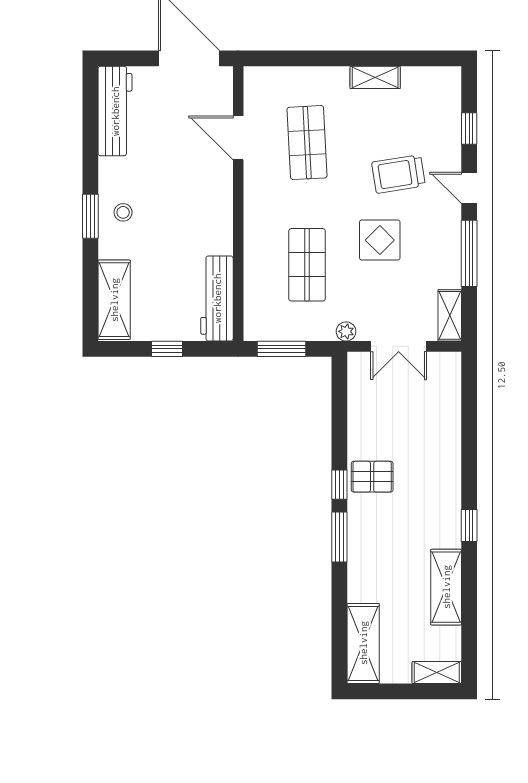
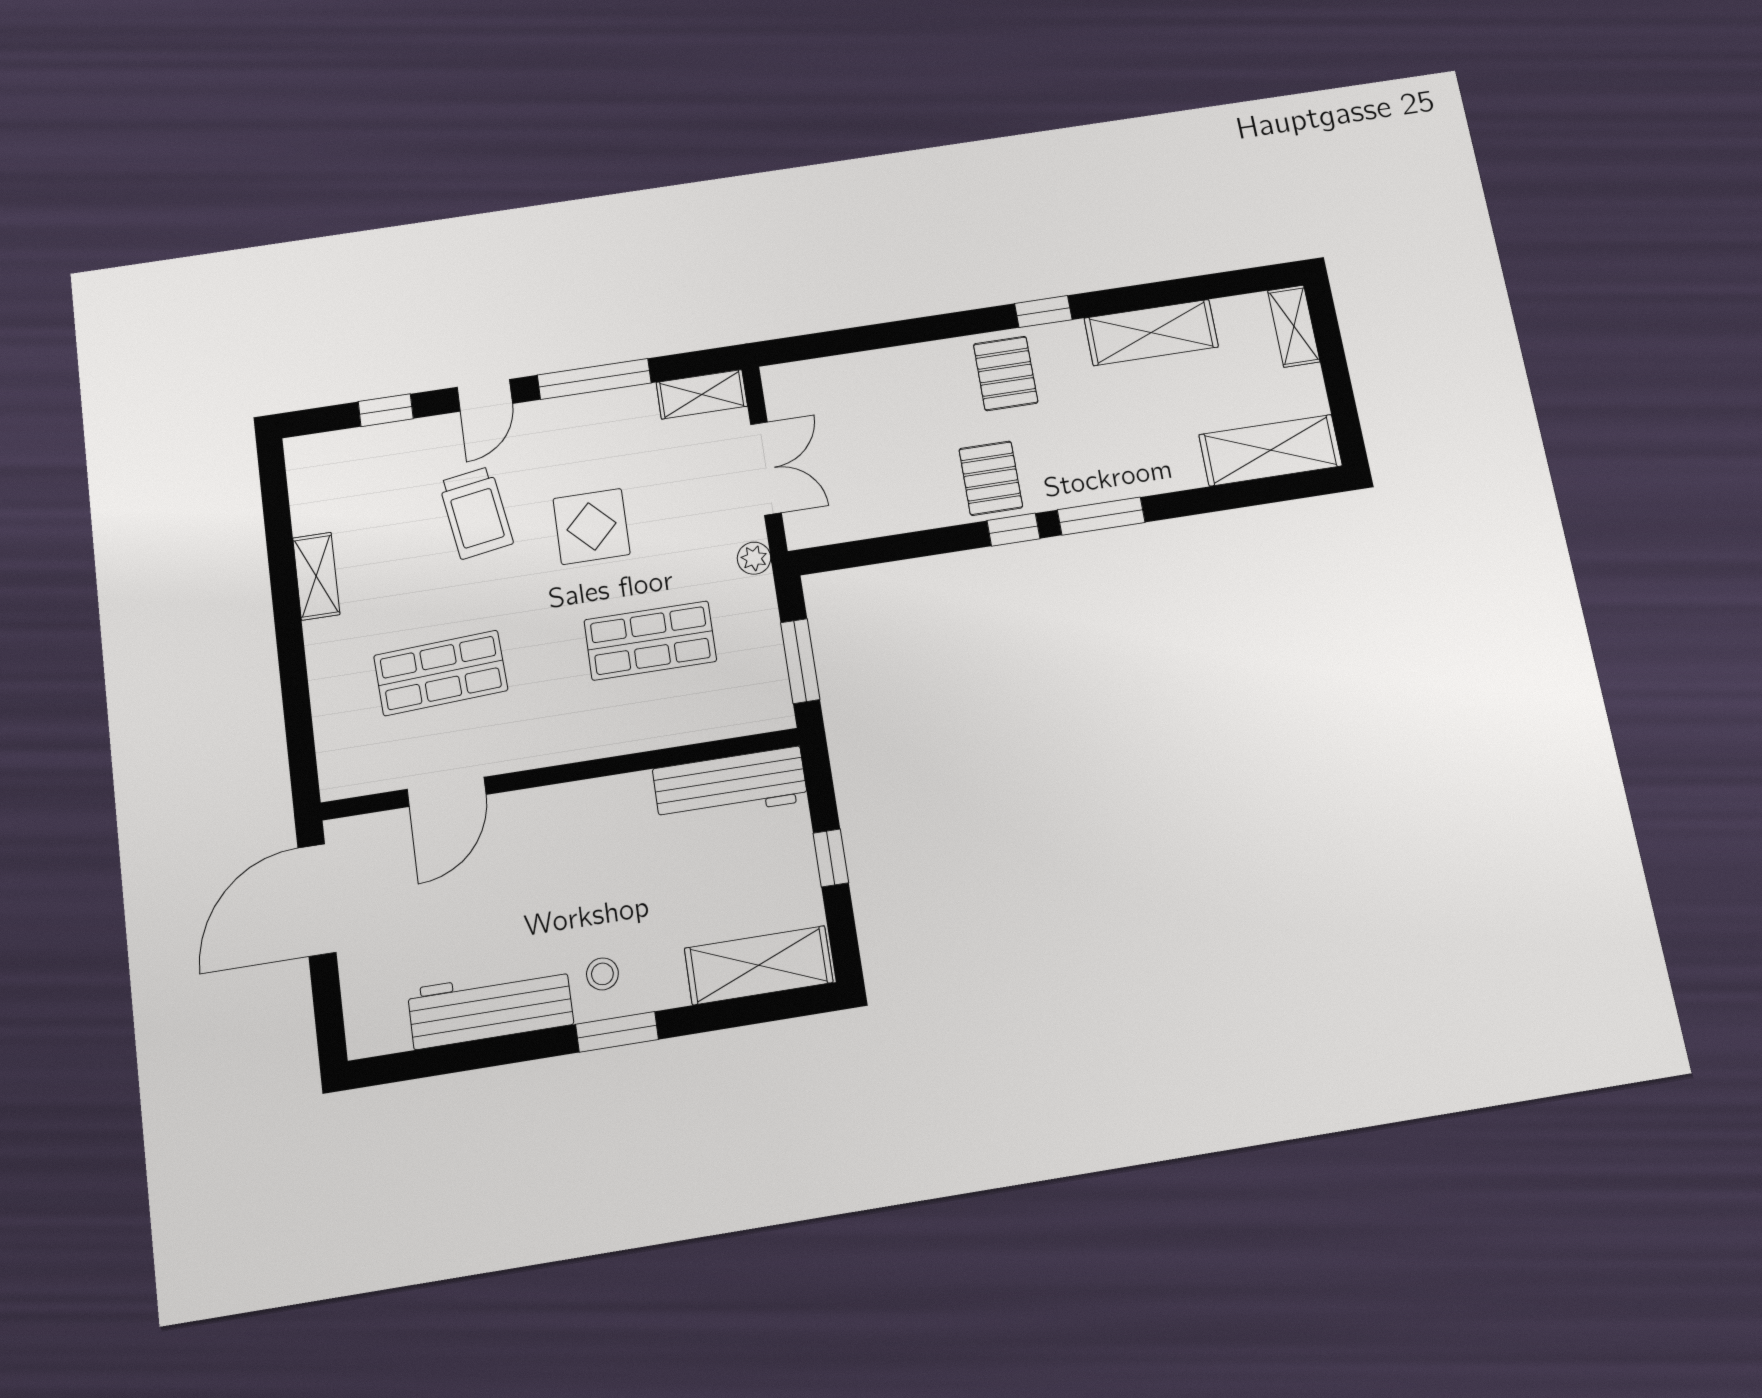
workbench: (115, 111) -> (490, 1007), moved
pallet: (434, 496) -> (1006, 373), added

